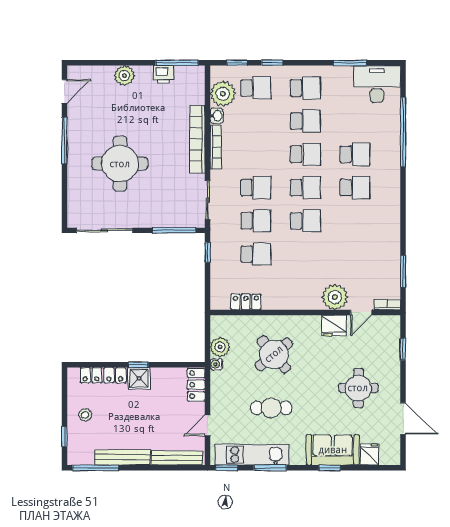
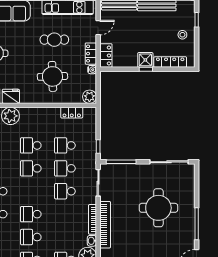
school desk: (305, 188) -> (31, 145), moved
plant: (220, 347) -> (89, 97), moved
round table: (274, 354) -> (52, 76), turned 38
locker: (218, 388) -> (91, 54), added

